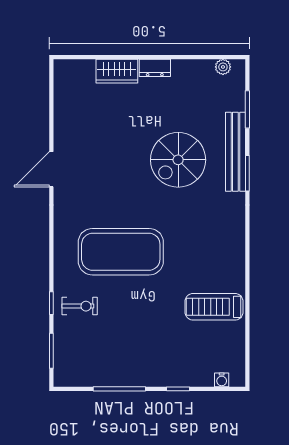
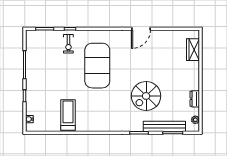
dresser: (155, 68) -> (195, 99), moved
wardrobe: (117, 71) -> (193, 50), moved
bench: (235, 152) -> (164, 126), moved
spiral stairs: (178, 160) -> (146, 96), turned -90
door: (51, 169) -> (141, 29), swing flipped

